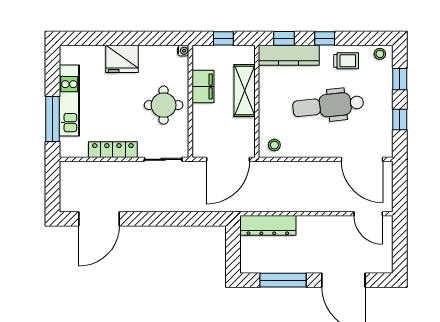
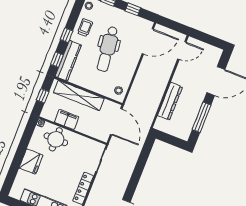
shelving: (245, 90) -> (79, 95), width x1.47
round table: (164, 105) -> (56, 139), moved
dresser: (268, 225) -> (170, 101), moved

